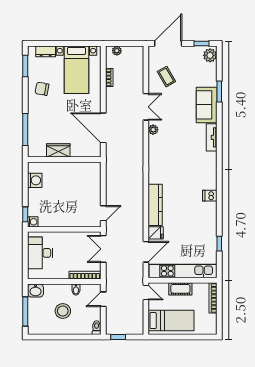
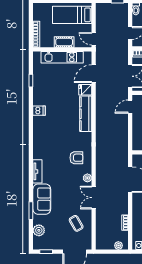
plant: (210, 55) -> (39, 230), moved
armchair: (166, 153) -> (76, 158), added
dishwasher: (210, 196) -> (39, 111), moved
kitchen unit: (183, 271) -> (62, 57), width x0.73

